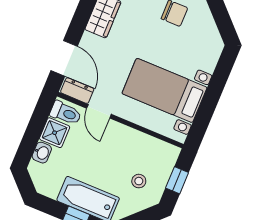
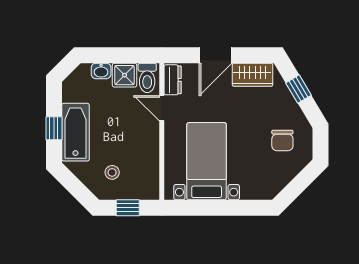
door: (64, 58) -> (215, 55), moved
door: (99, 111) -> (162, 108), hinge flipped

